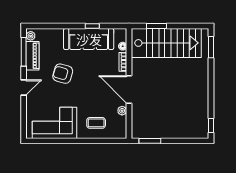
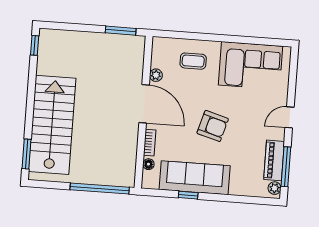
window: (157, 26) -> (100, 188), width x2.11
stairs: (166, 43) -> (52, 125), moved, turned 90
armchair: (63, 74) -> (213, 126), moved

